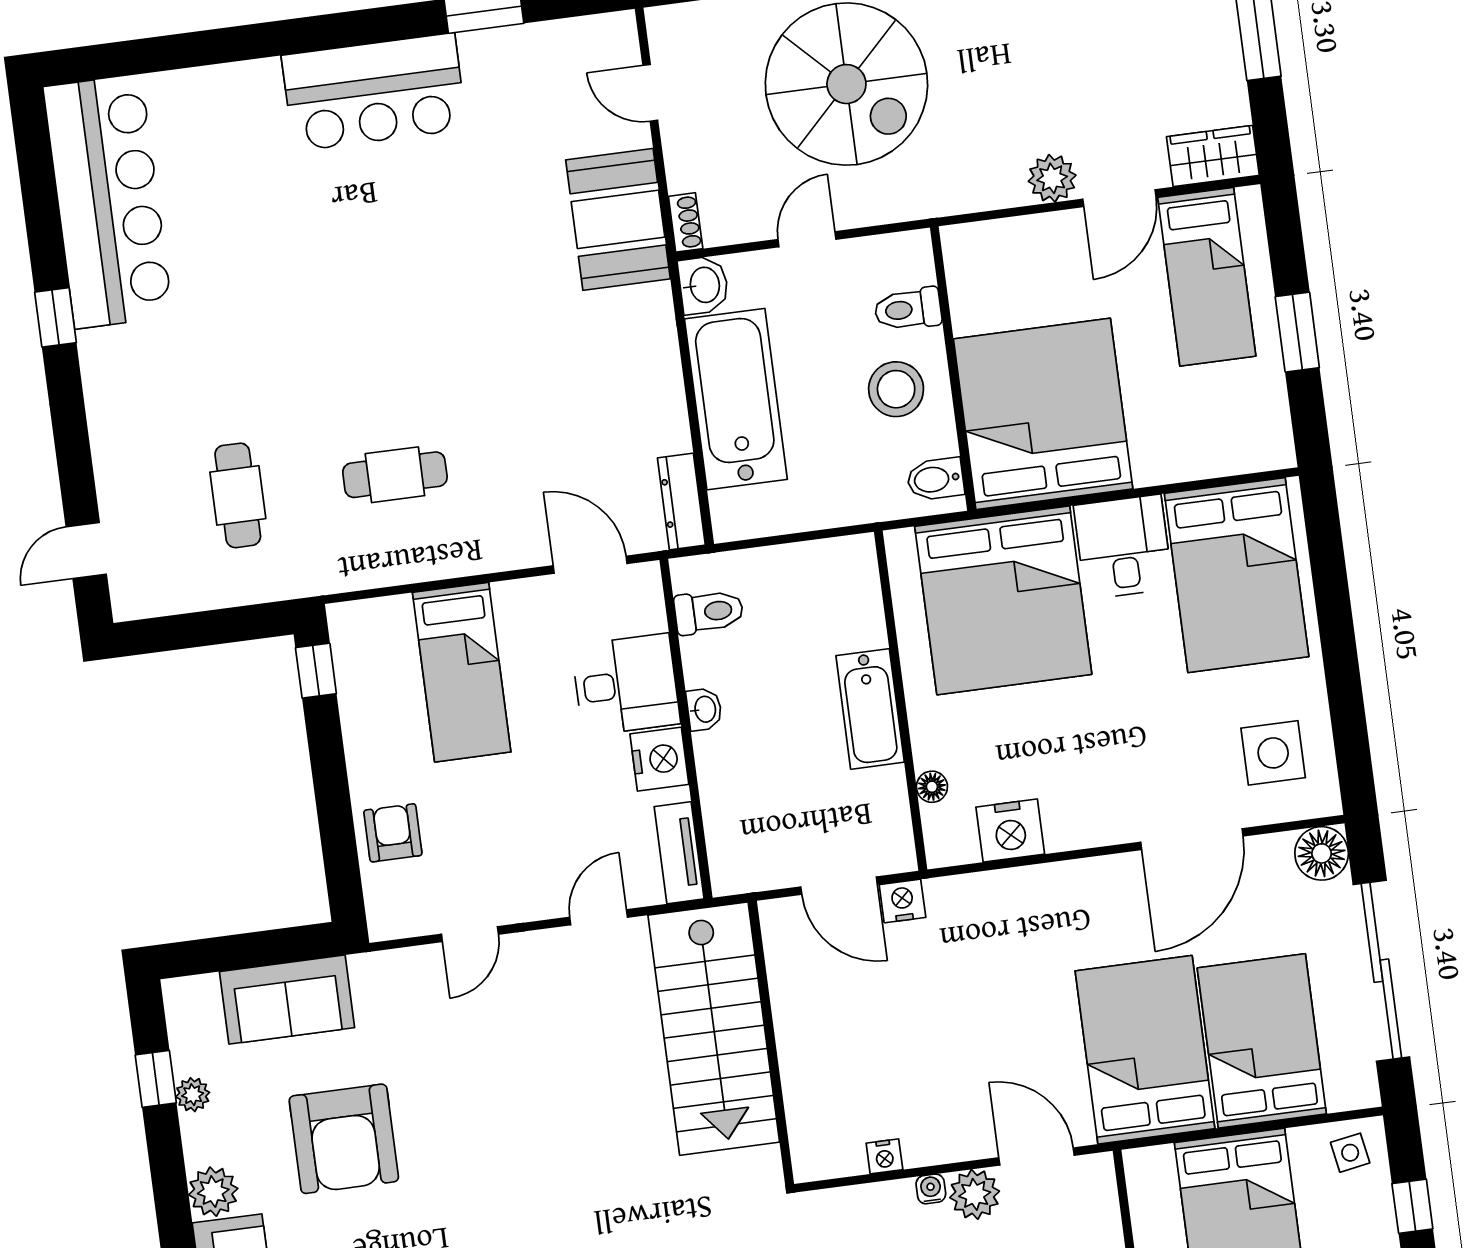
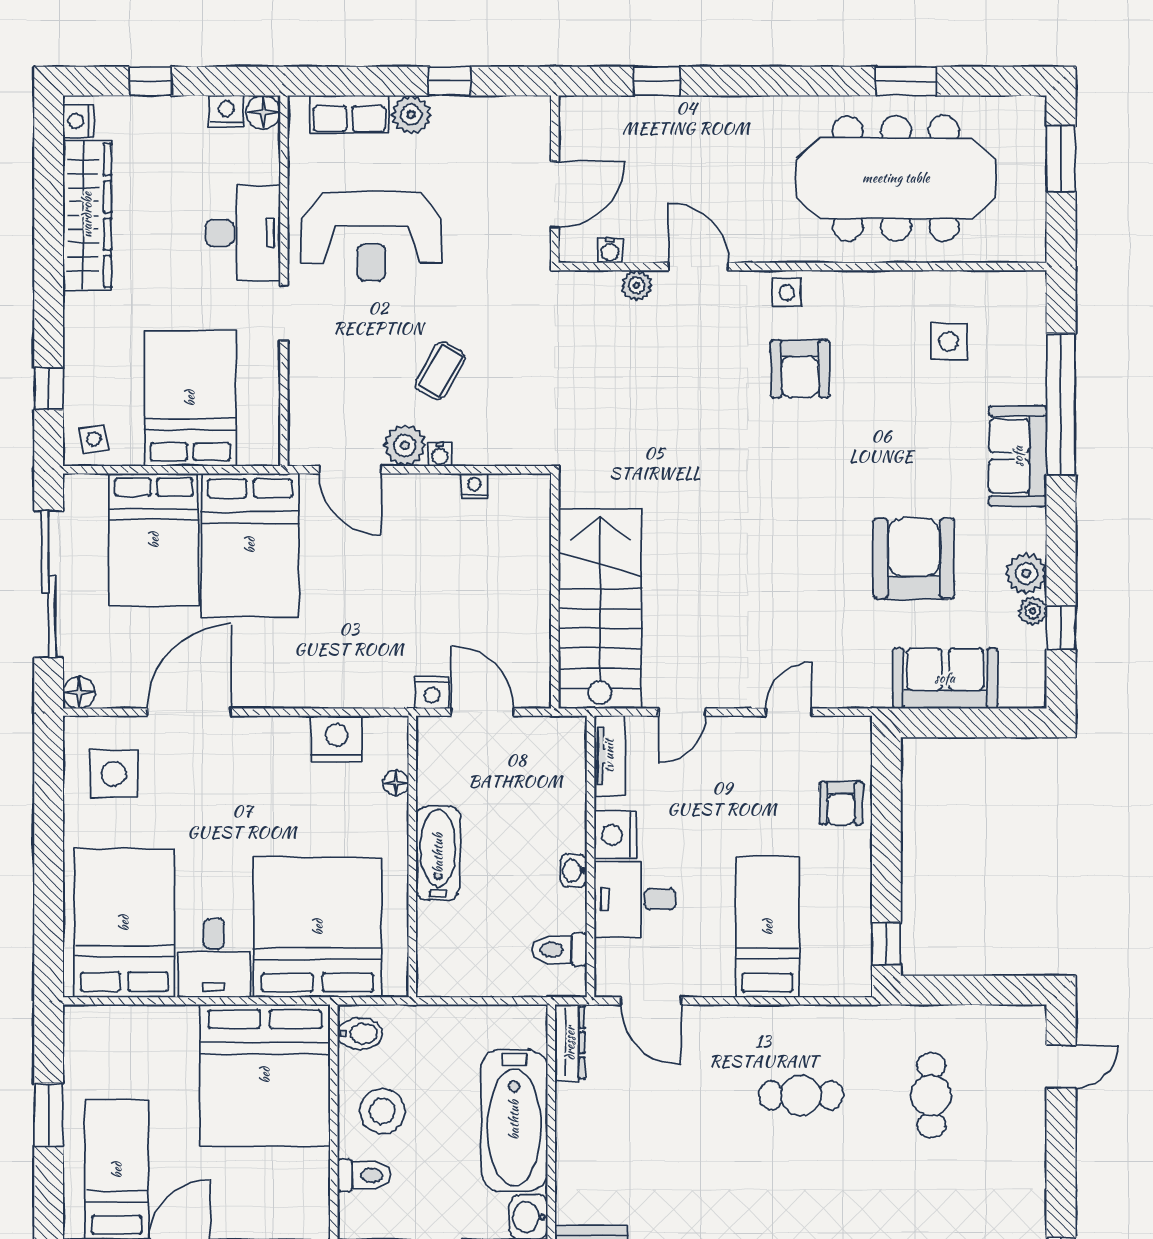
floor lamp: (1322, 853) -> (79, 693), width x0.73, depth x0.73
plant: (213, 1192) -> (1026, 573), moved

